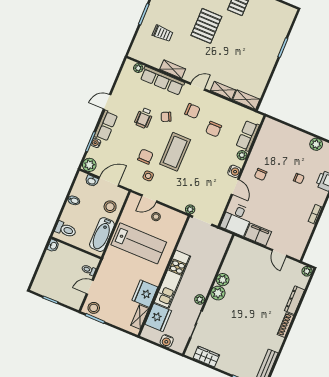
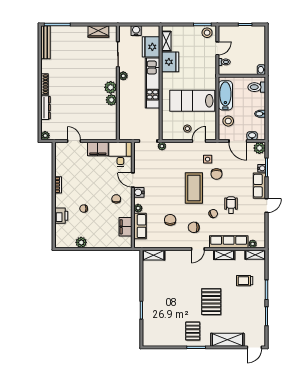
shelving: (223, 90) -> (255, 255), moved
filing cabinet: (263, 141) -> (126, 227), added
door: (109, 182) -> (238, 141), hinge flipped

